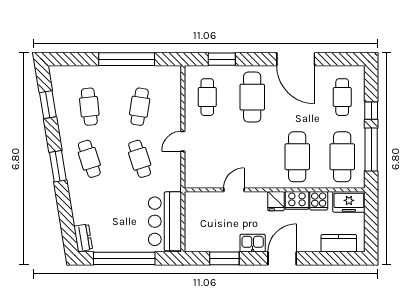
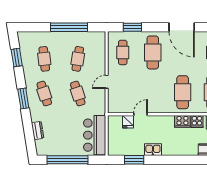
fridge: (276, 201) -> (128, 122), moved
dresser: (83, 238) -> (38, 130), moved
door: (282, 258) -> (173, 160), removed

